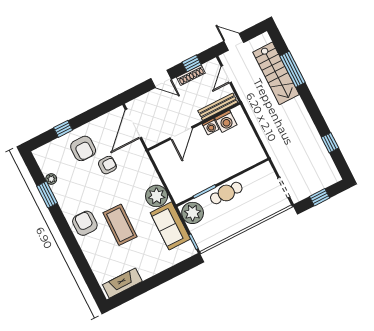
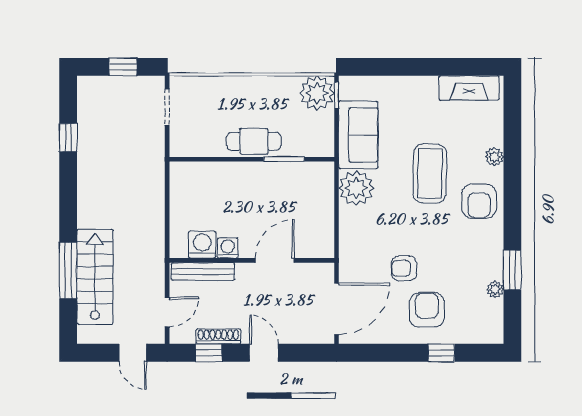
plant: (193, 213) -> (317, 93), moved
plant: (89, 252) -> (494, 157), added

